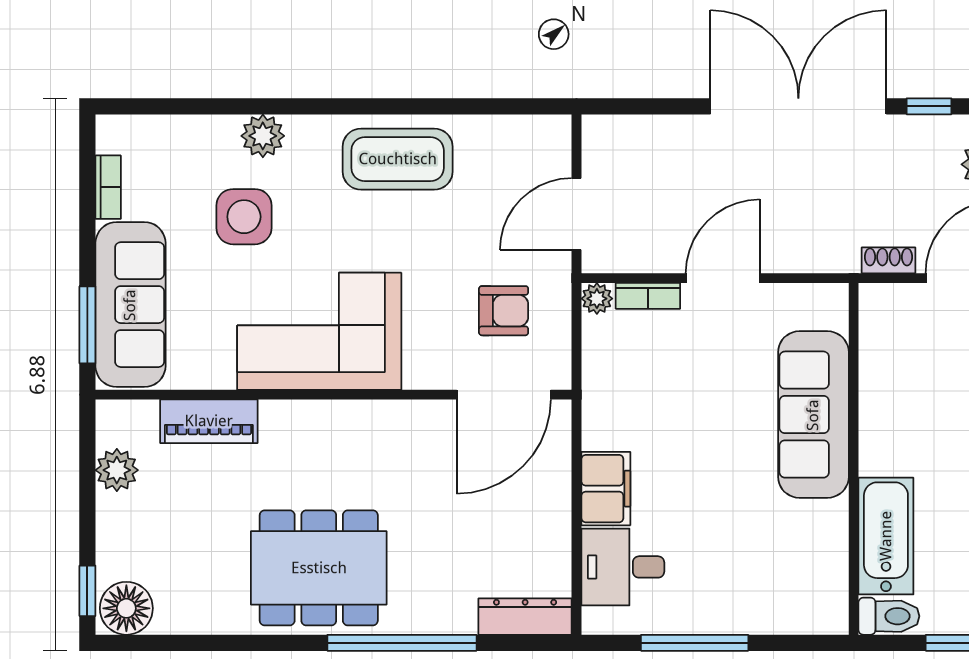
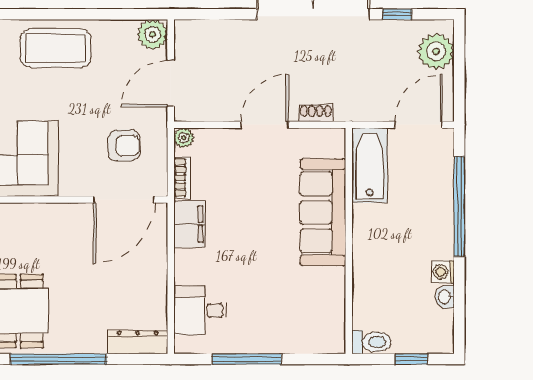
plant: (548, 138) -> (153, 34), added
shoe rack: (889, 260) -> (316, 113), moved
bookcase: (648, 296) -> (182, 178), moved, turned -90
filing cabinet: (606, 489) -> (189, 224), moved
bathtub: (886, 536) -> (370, 165), moved

